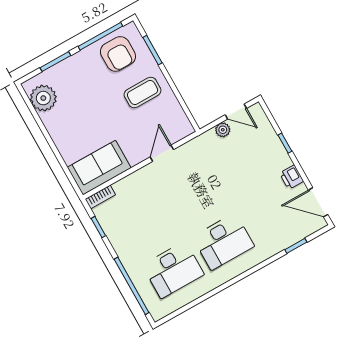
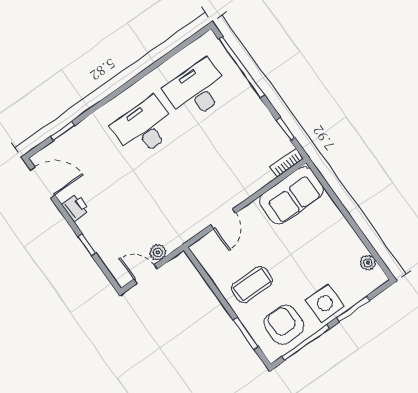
side table: (80, 69) -> (325, 303), added
plant: (43, 98) -> (368, 263), width x0.53, depth x0.53

